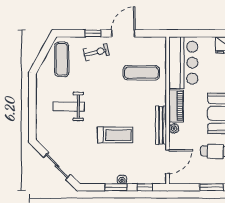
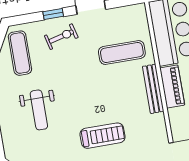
weight bench: (69, 106) -> (39, 110), turned -90
bench: (161, 125) -> (153, 89), moved
plant: (174, 128) -> (174, 115), removed

